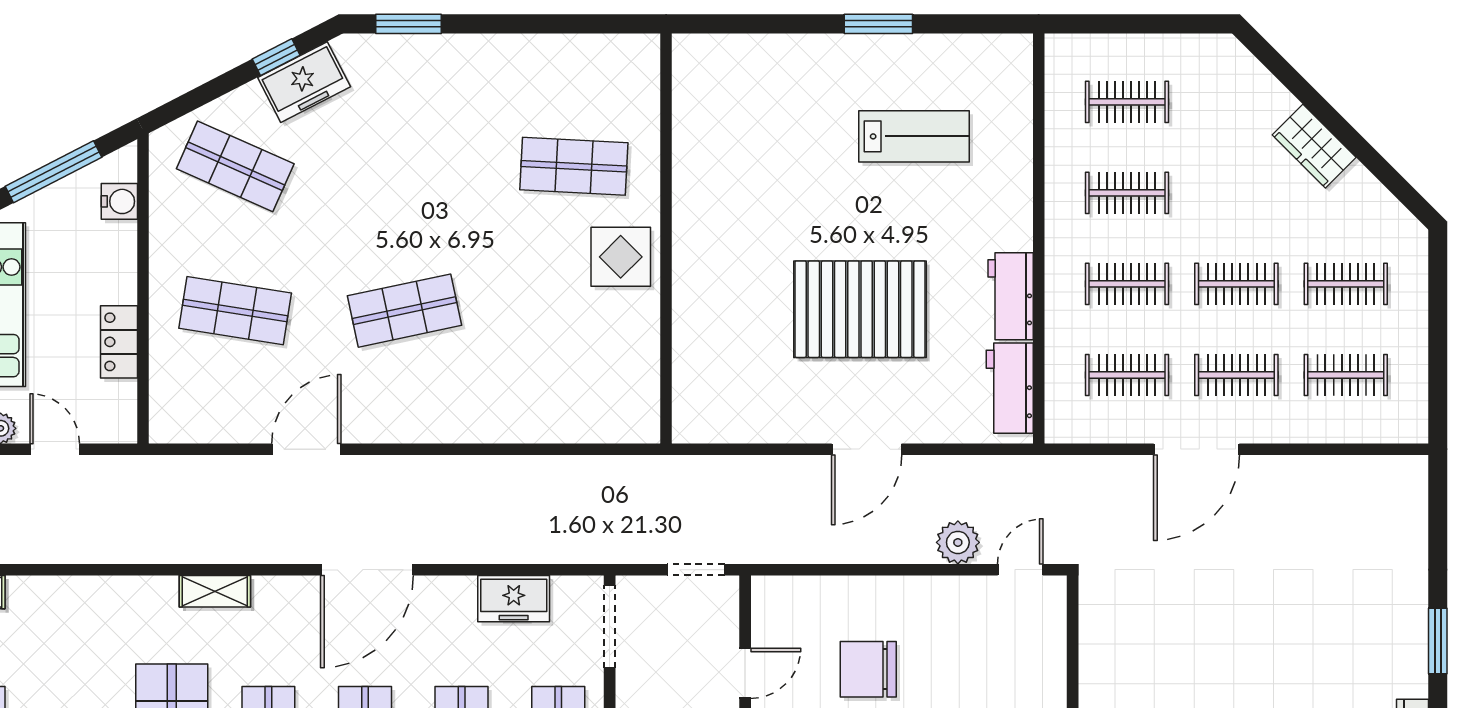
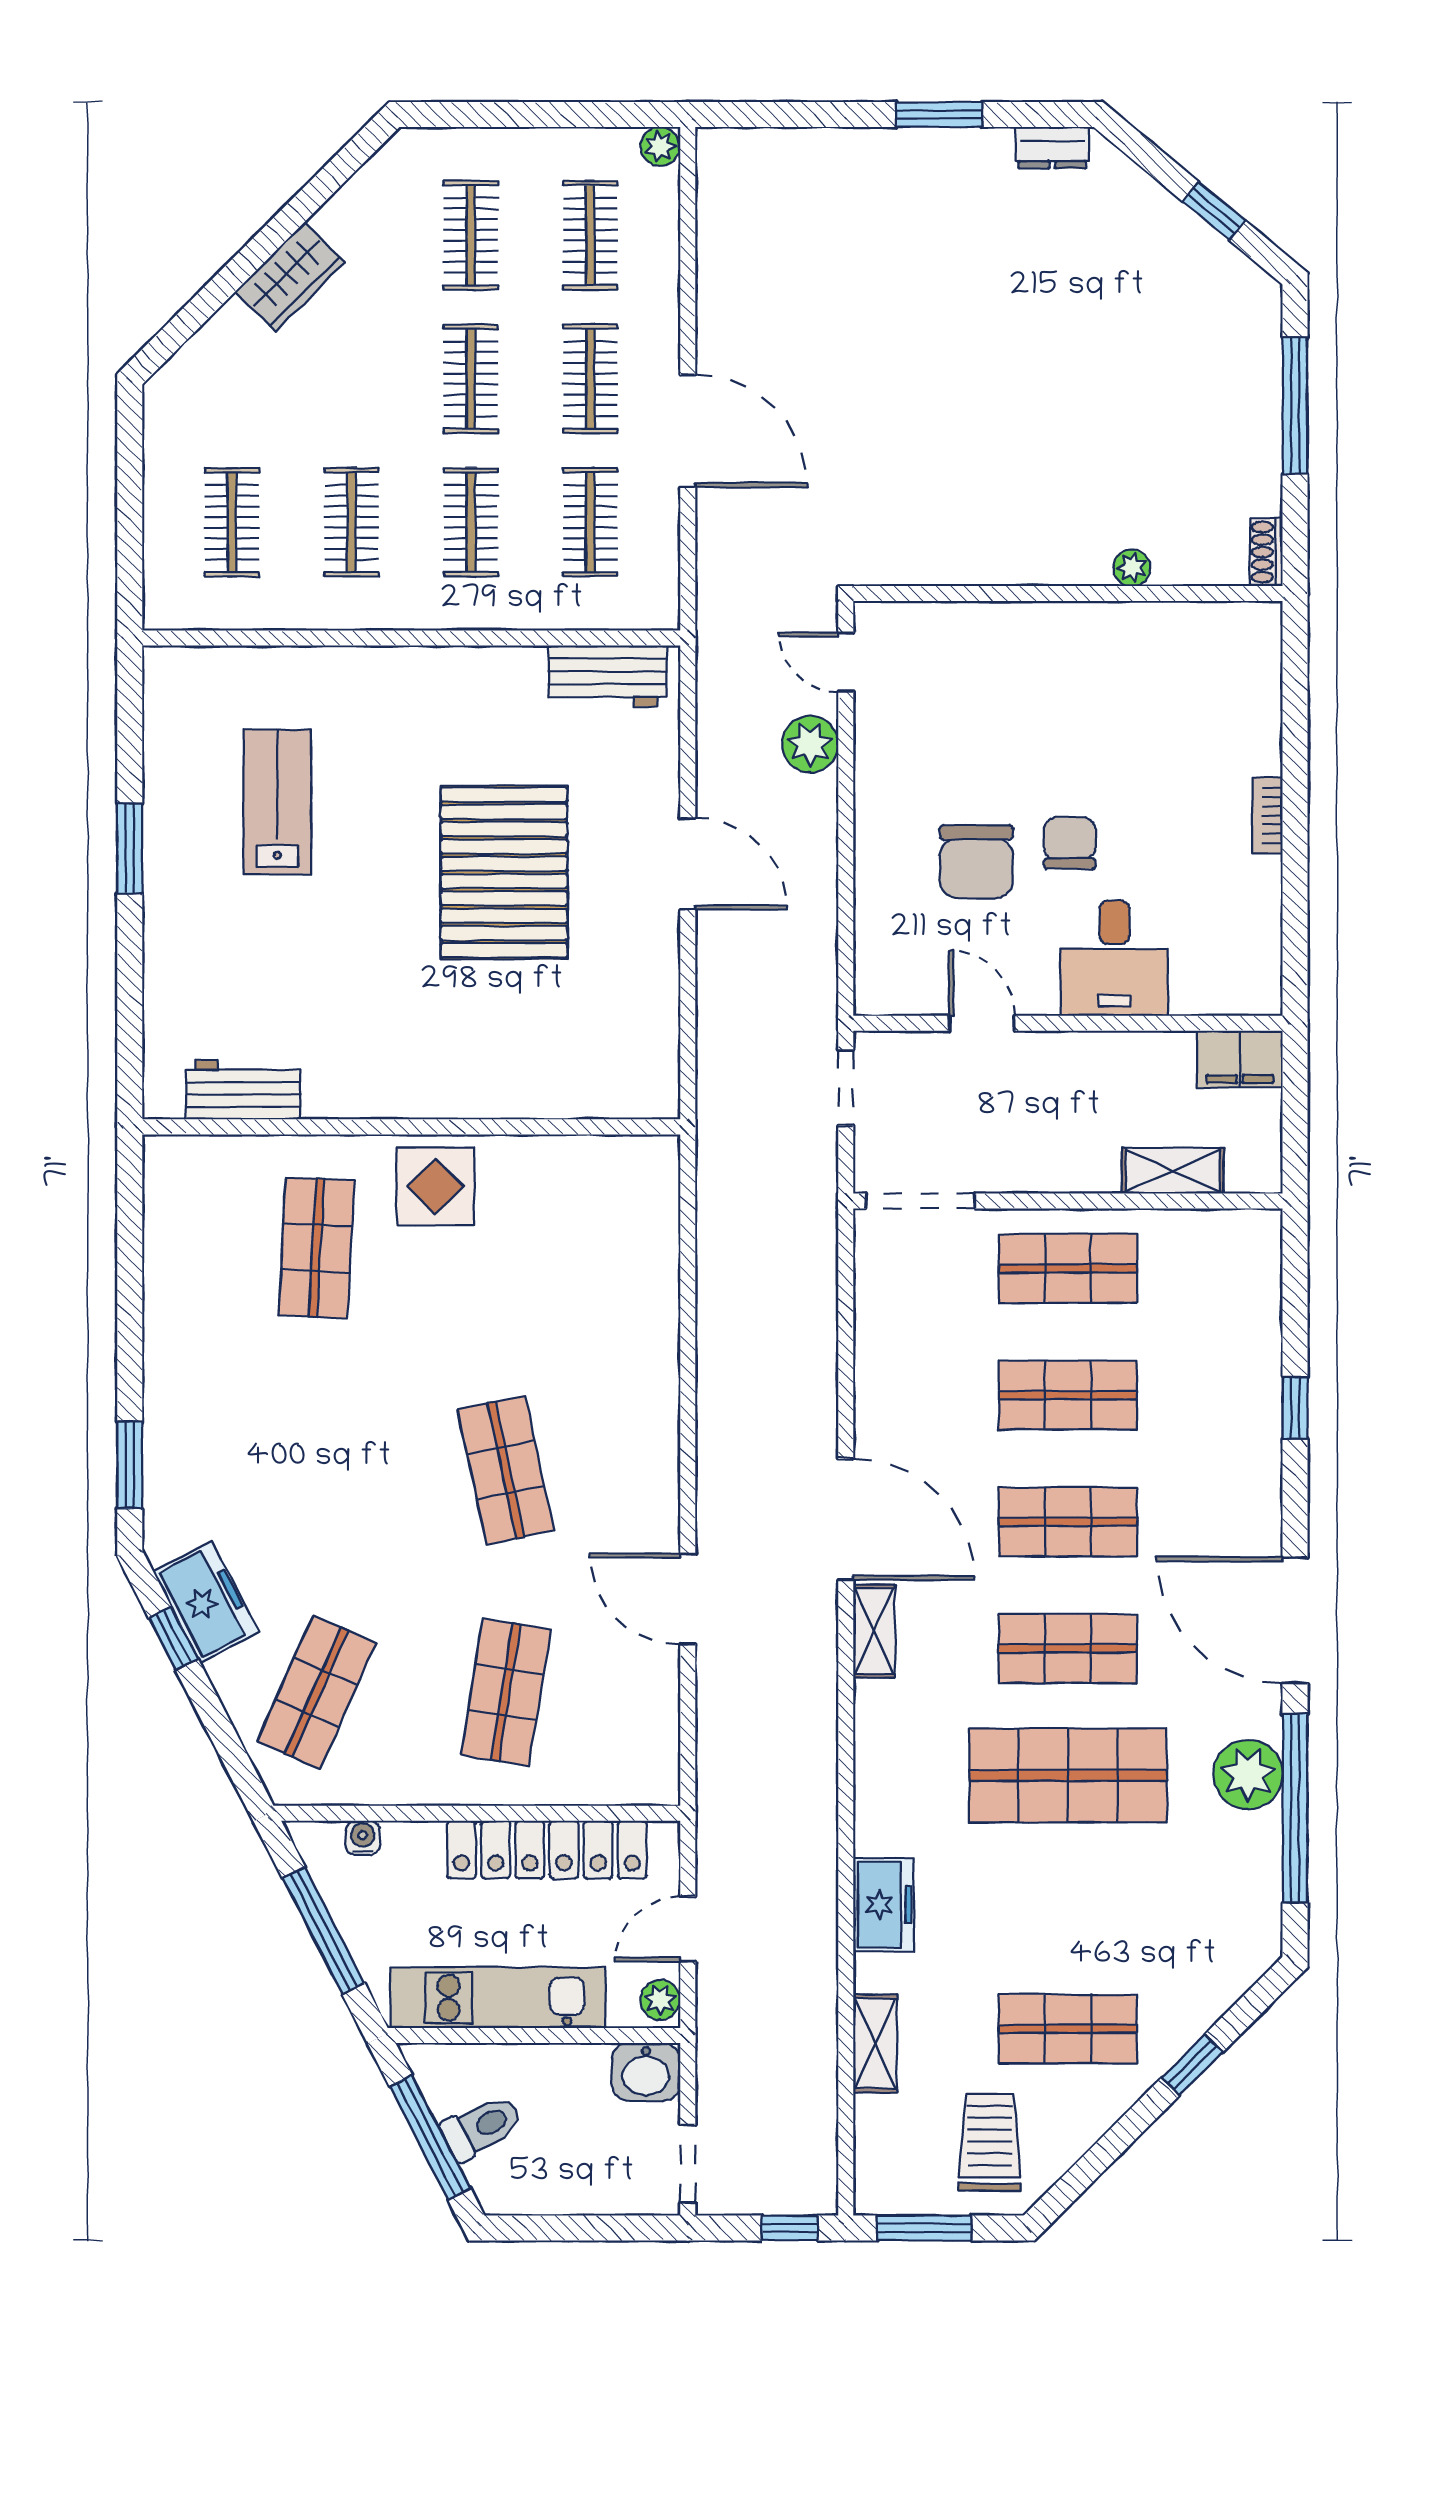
water cooler: (119, 201) -> (363, 1838), width x0.72, depth x0.72
workbench: (1011, 296) -> (243, 1090), moved, turned 180
locker: (119, 342) -> (547, 1850), width x2.16, depth x1.21
plant: (1413, 428) -> (660, 146), added
shelving: (215, 591) -> (874, 1631), moved
freezer: (514, 599) -> (884, 1905), moved

